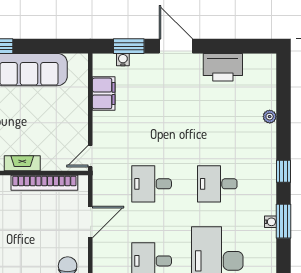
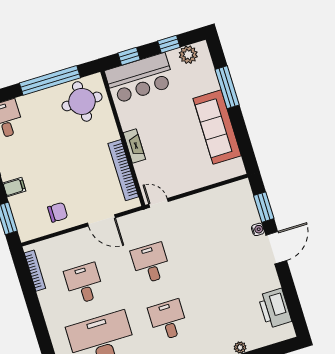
water cooler: (123, 60) -> (258, 229), moved
printer: (223, 67) -> (275, 308), moved
filing cabinet: (104, 93) -> (216, 198), removed

